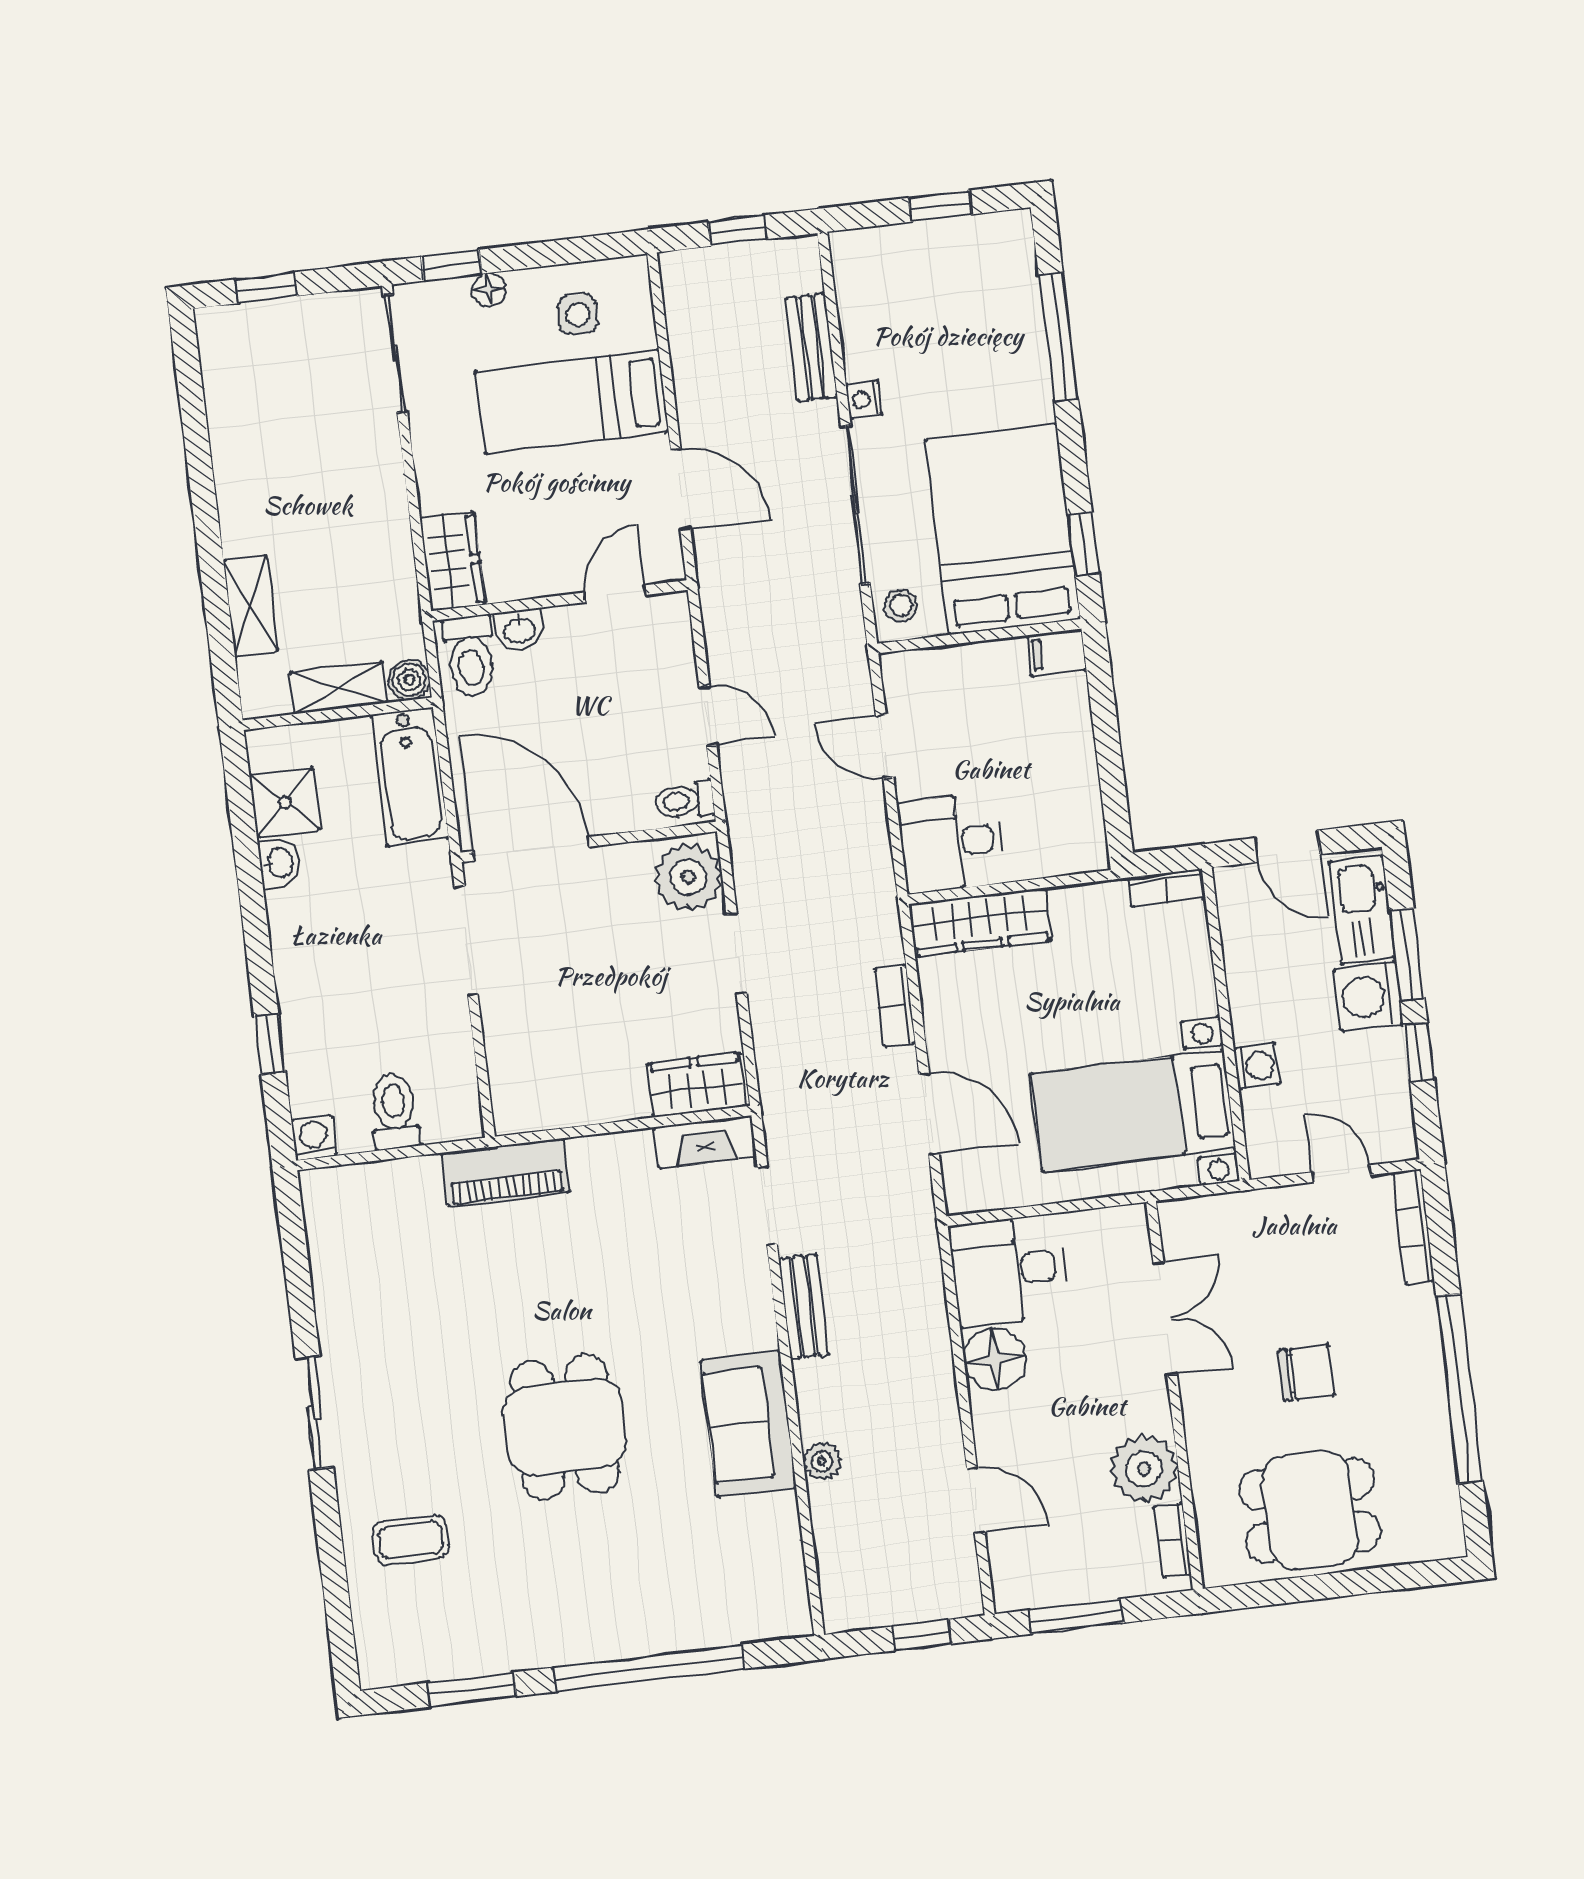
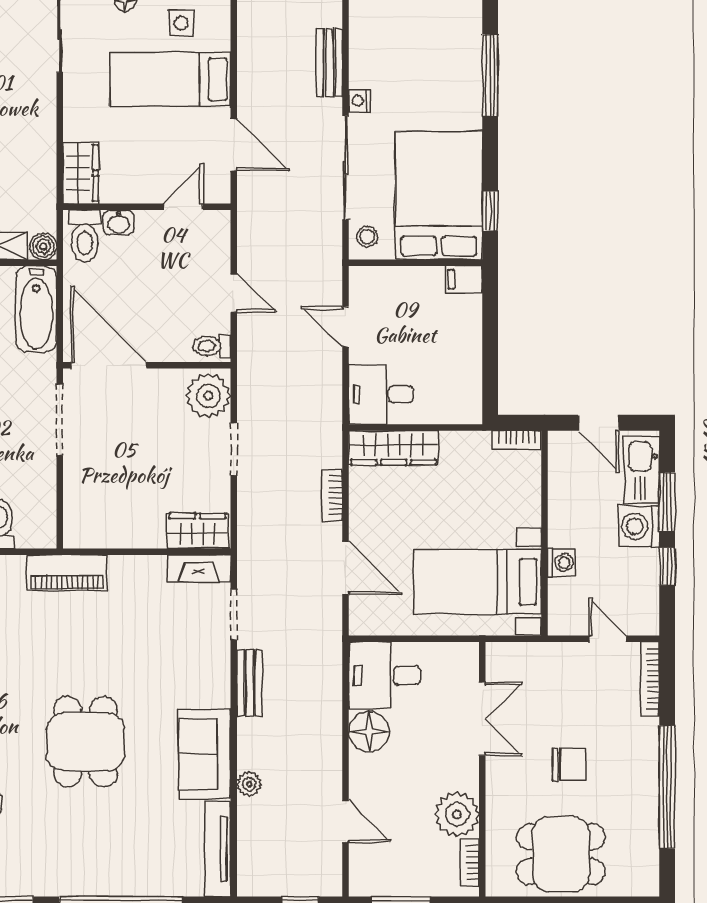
tv unit: (786, 1566) -> (218, 849), added

